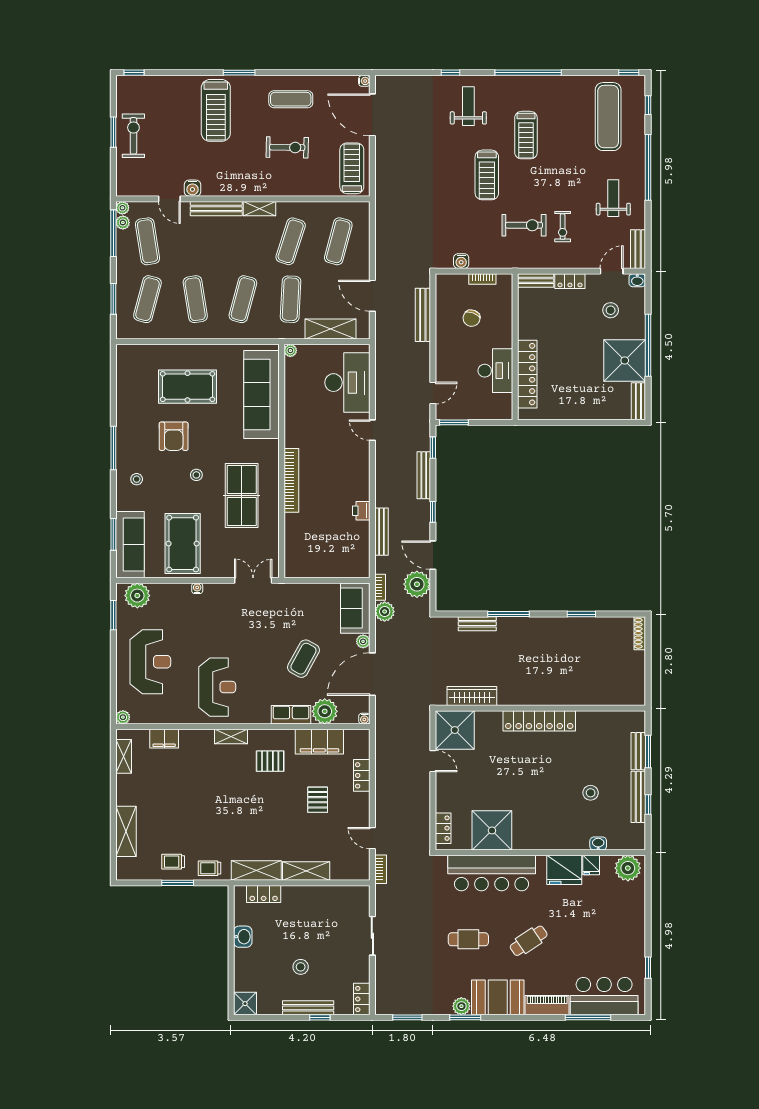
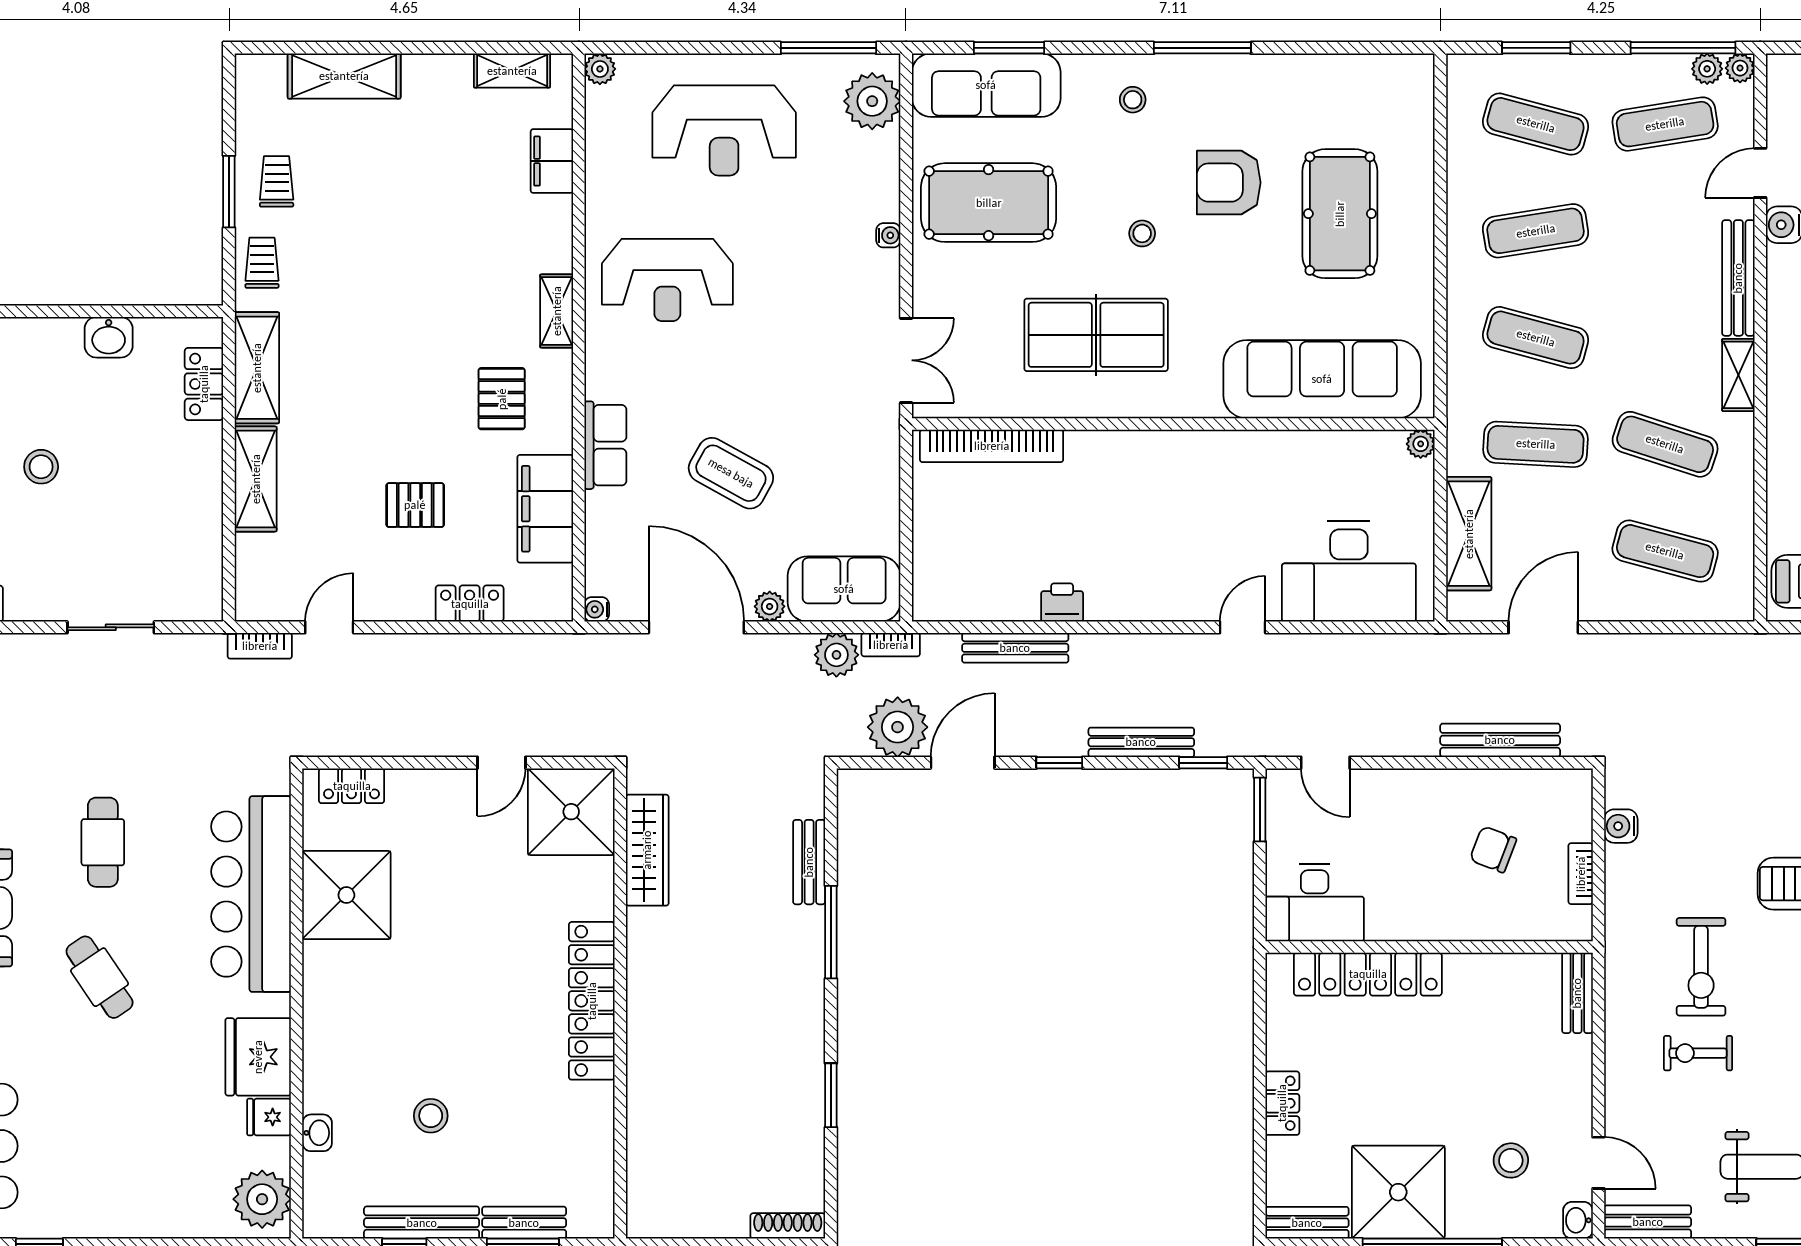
locker: (570, 281) -> (1282, 1103), moved, turned 180
desk: (495, 371) -> (1315, 903), moved
bookcase: (291, 480) -> (992, 446), moved
window: (113, 615) -> (828, 48), width x1.44
plant: (325, 711) -> (613, 521), removed

